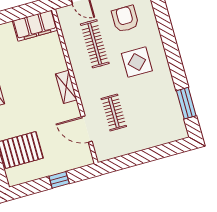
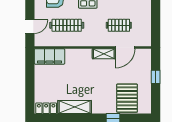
filing cabinet: (35, 26) -> (49, 56), moved, turned 90
shelving: (66, 87) -> (104, 54), moved

